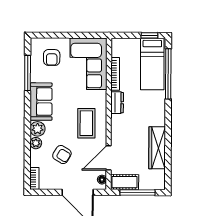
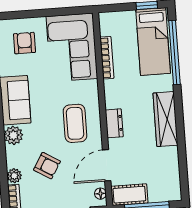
armchair: (52, 57) -> (24, 43), turned 180
dresser: (117, 103) -> (114, 123), moved
plant: (36, 143) -> (14, 176), moved
wardrobe: (157, 148) -> (165, 119), moved

